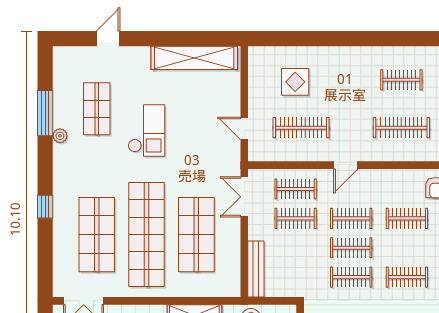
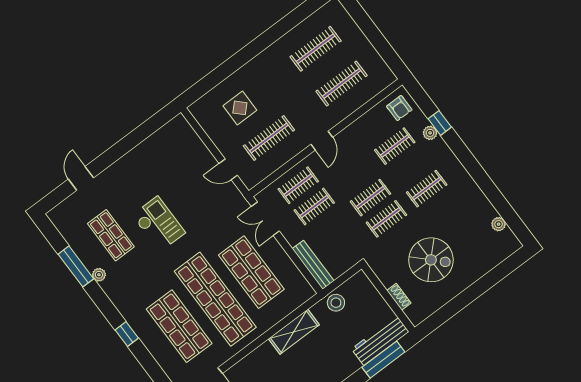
shelving: (194, 58) -> (154, 145), removed
clothes rail: (401, 80) -> (316, 49), width x1.36
clothes rail: (351, 218) -> (354, 176), removed

